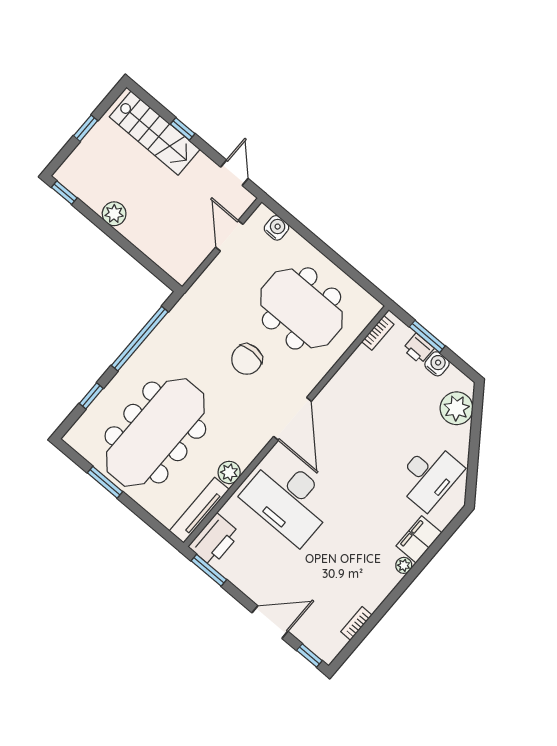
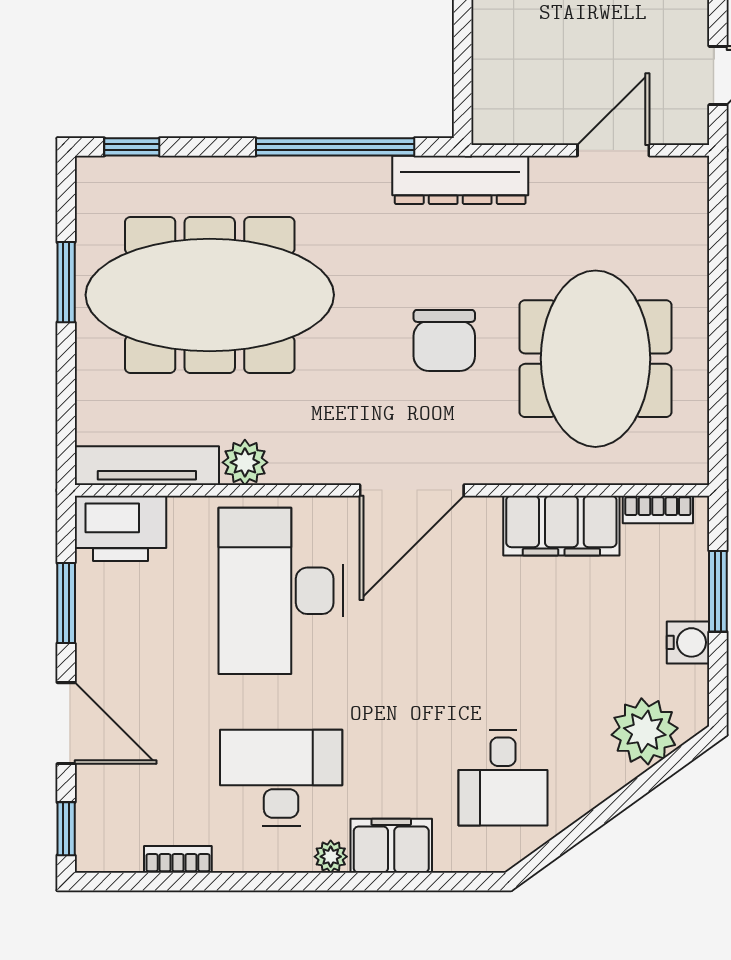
water cooler: (277, 228) -> (688, 213), removed
dresser: (192, 302) -> (460, 180), added
printer: (418, 349) -> (687, 593), removed
chair: (247, 359) -> (444, 340), turned -90
filing cabinet: (353, 374) -> (561, 526), added
window: (91, 396) -> (132, 147), moved
desk: (429, 476) -> (503, 778), width x0.73
desk: (358, 559) -> (281, 778), added
window: (209, 570) -> (66, 603), moved

